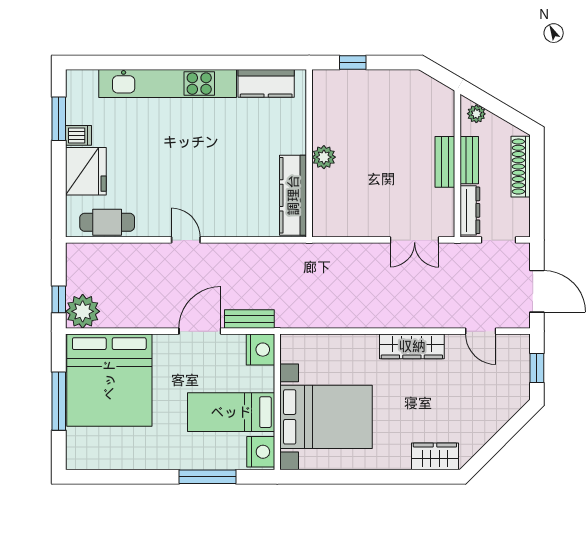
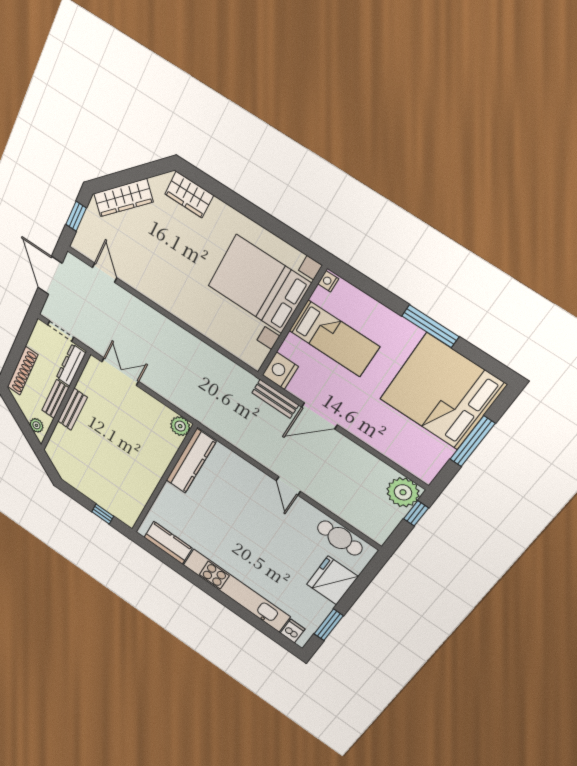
dishwasher: (78, 135) -> (293, 631), moved, turned 90
plant: (324, 157) -> (180, 426), moved
wardrobe: (412, 346) -> (123, 198), moved, turned 135
bed: (109, 380) -> (442, 392), moved, turned -90
nightstand: (261, 452) -> (328, 281), width x0.53, depth x0.56
window: (208, 477) -> (430, 326), moved

